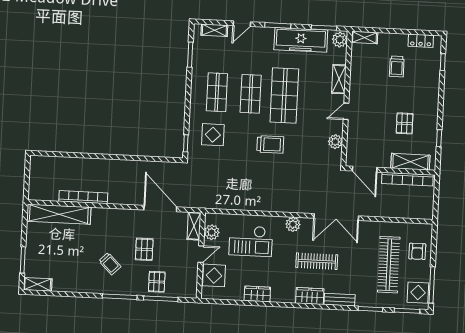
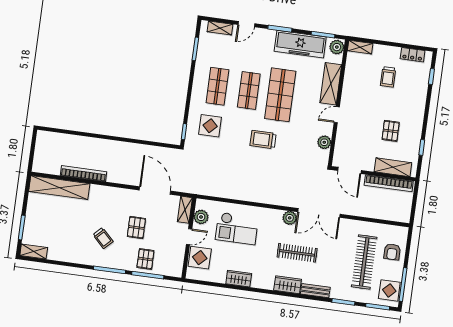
shelving: (339, 79) -> (331, 84), width x1.50, depth x1.33
trolley: (270, 144) -> (263, 140), turned 180
plant: (293, 224) -> (290, 218), moved

